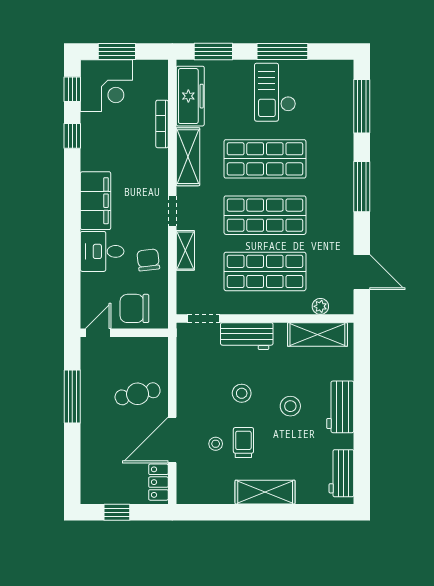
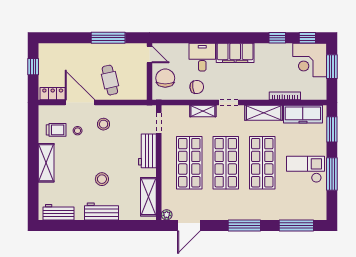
plant: (320, 306) -> (167, 215), moved
stool: (242, 393) -> (104, 124), moved
trolley: (243, 442) -> (56, 130), moved

